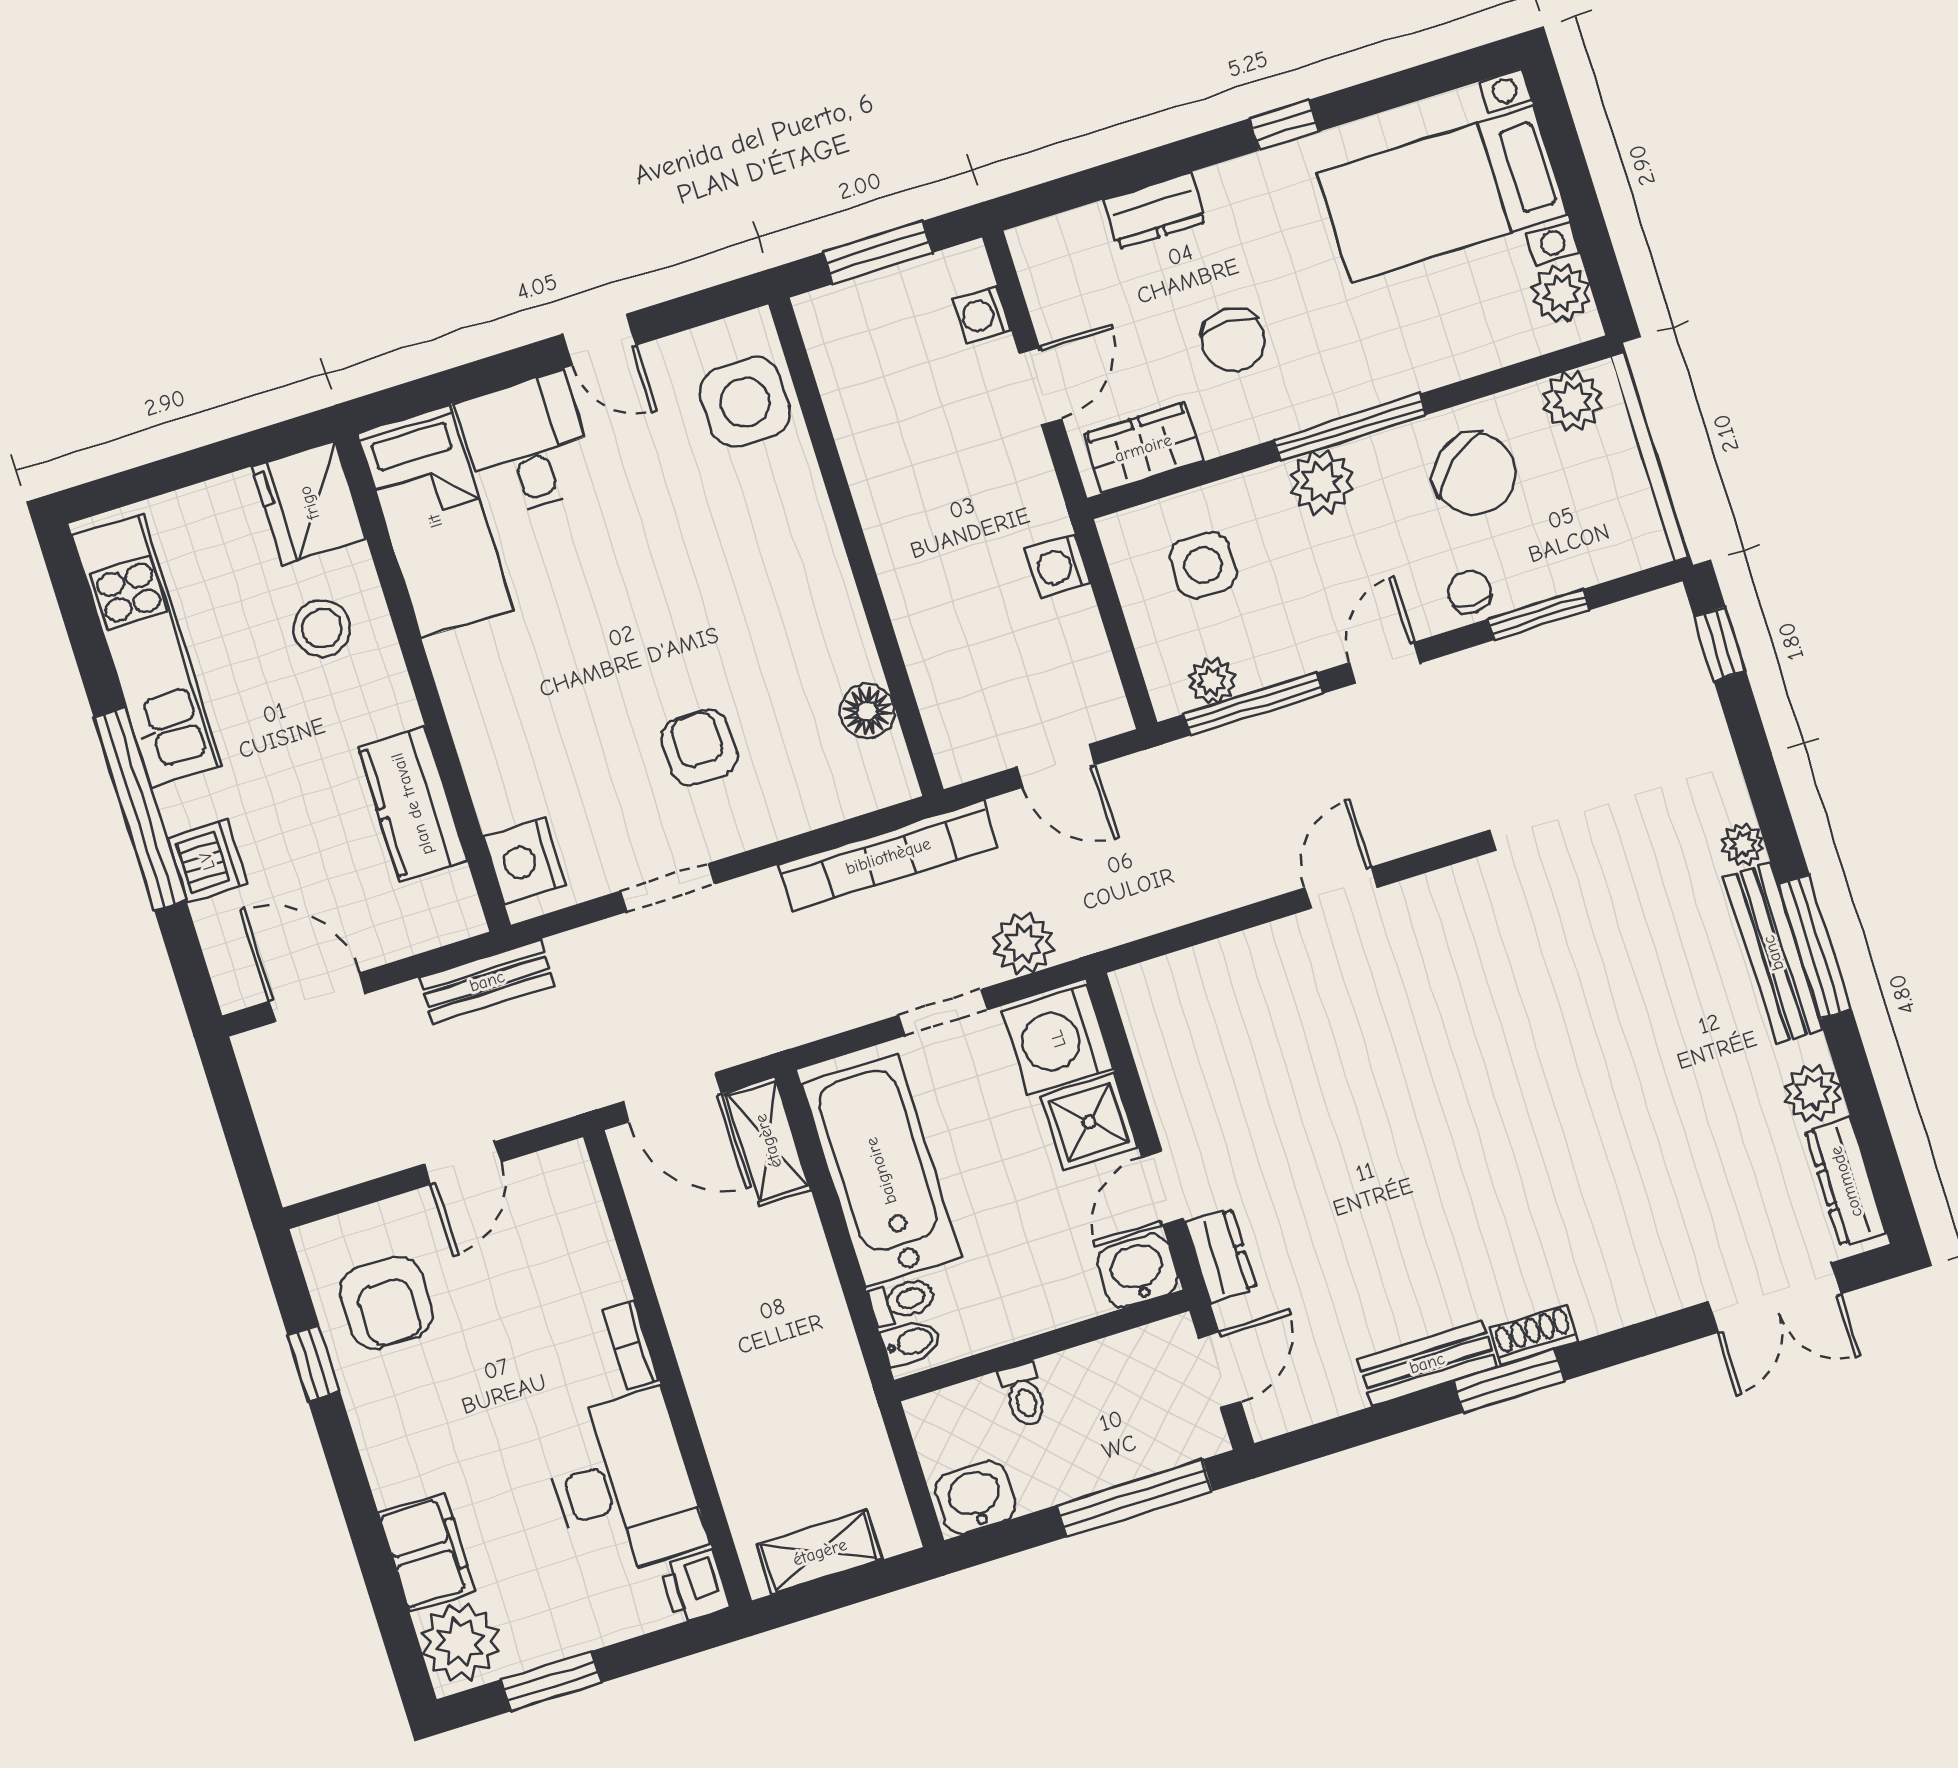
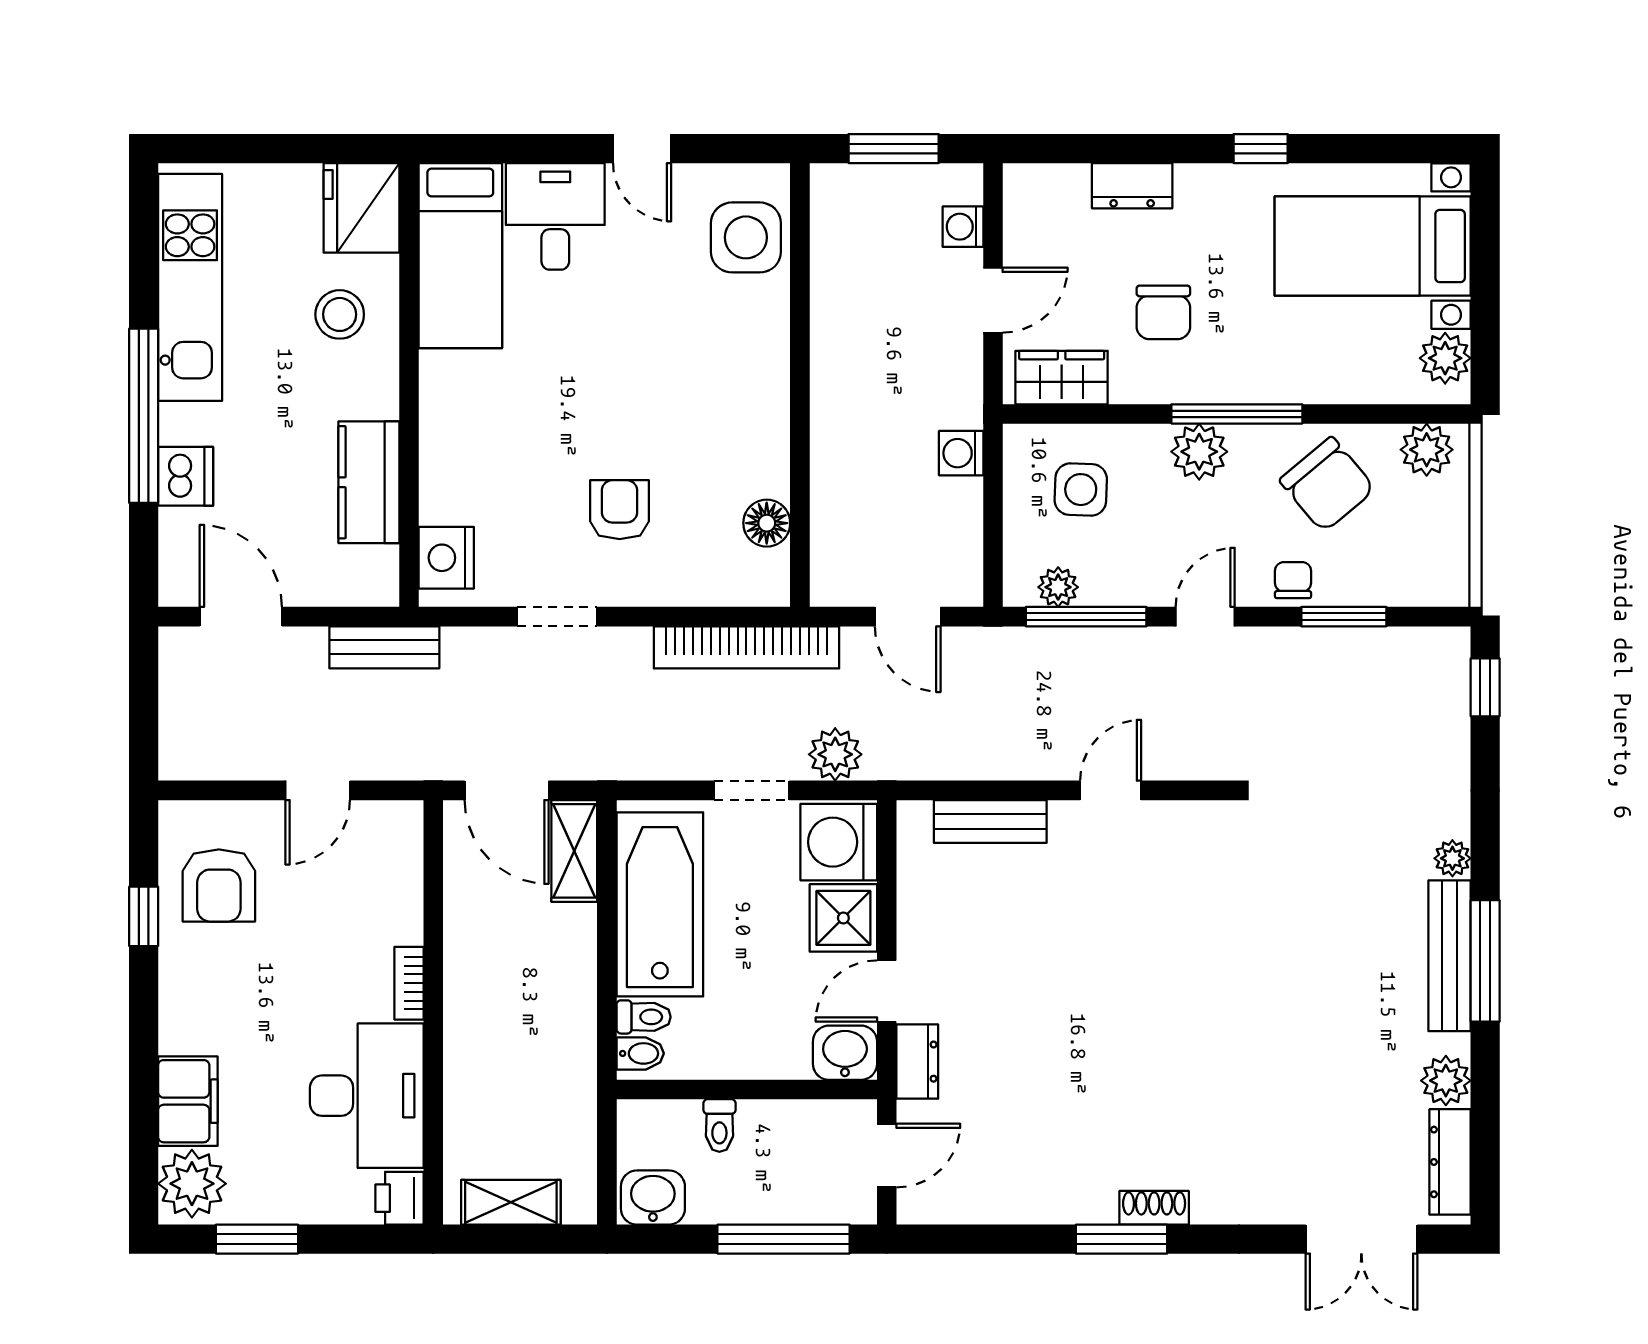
bench: (1427, 1363) -> (990, 821), moved

